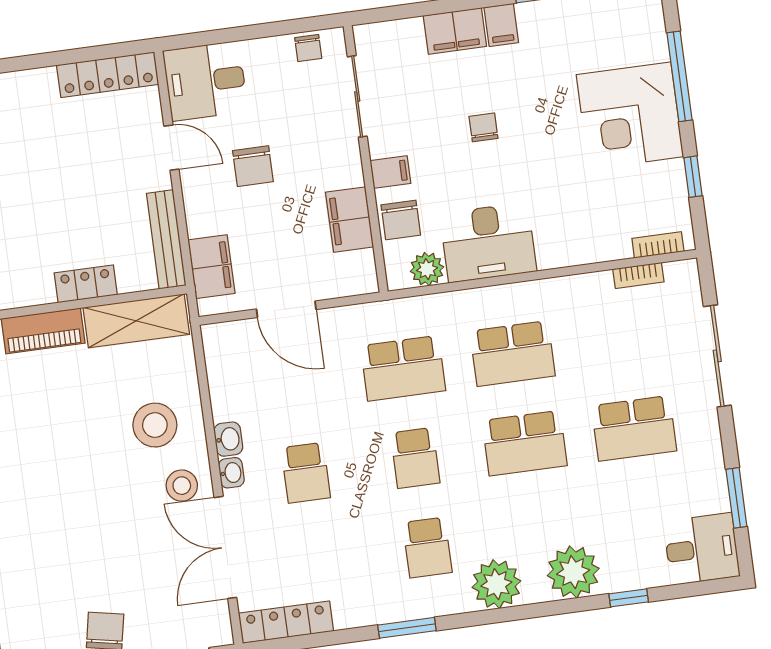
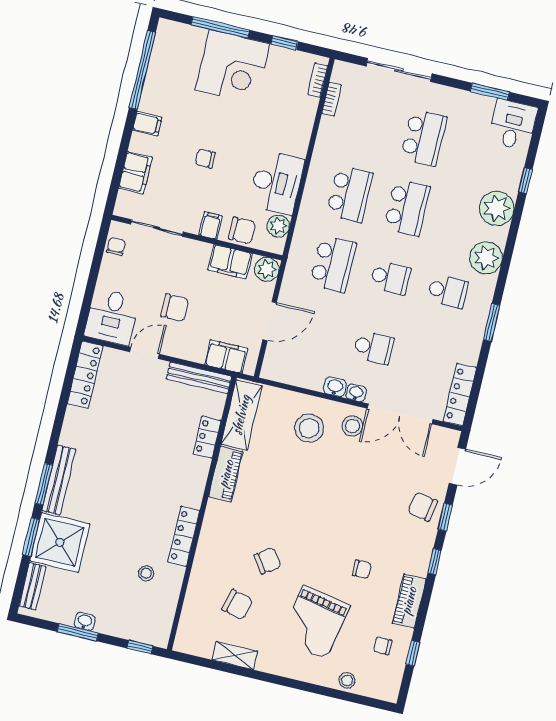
filing cabinet: (455, 31) -> (135, 172), moved
chair: (308, 48) -> (116, 246), turned -90
plant: (359, 277) -> (267, 269), added

